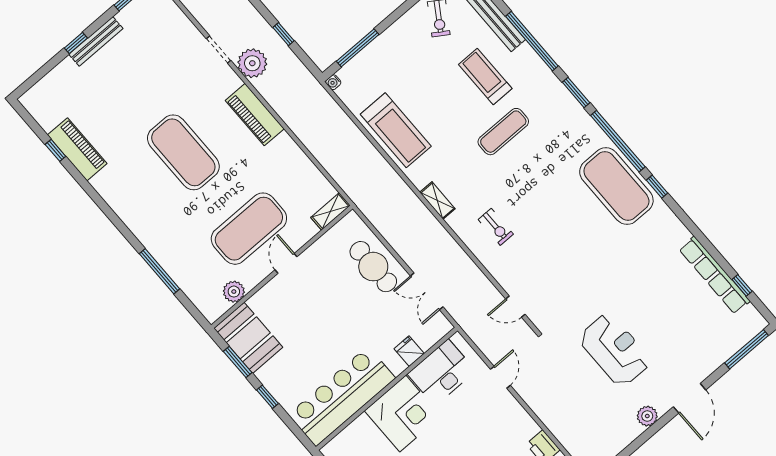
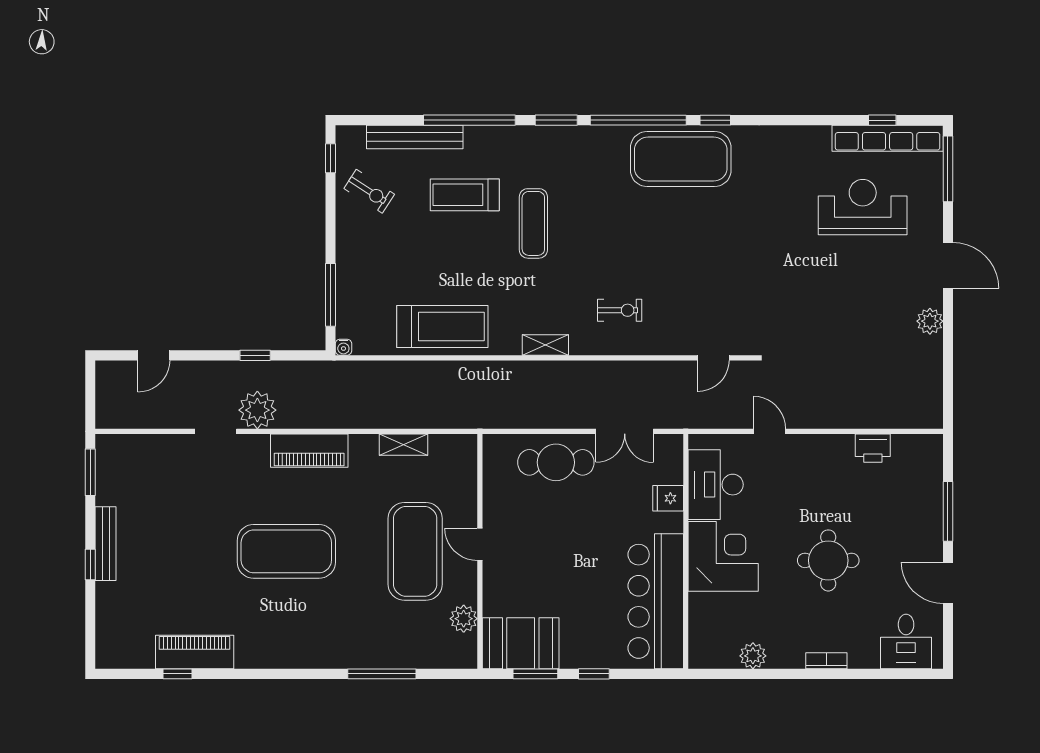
shelving: (330, 211) -> (403, 445), moved, turned 90
row of seats: (715, 275) -> (888, 138), moved
reception desk: (615, 350) -> (863, 207), moved

